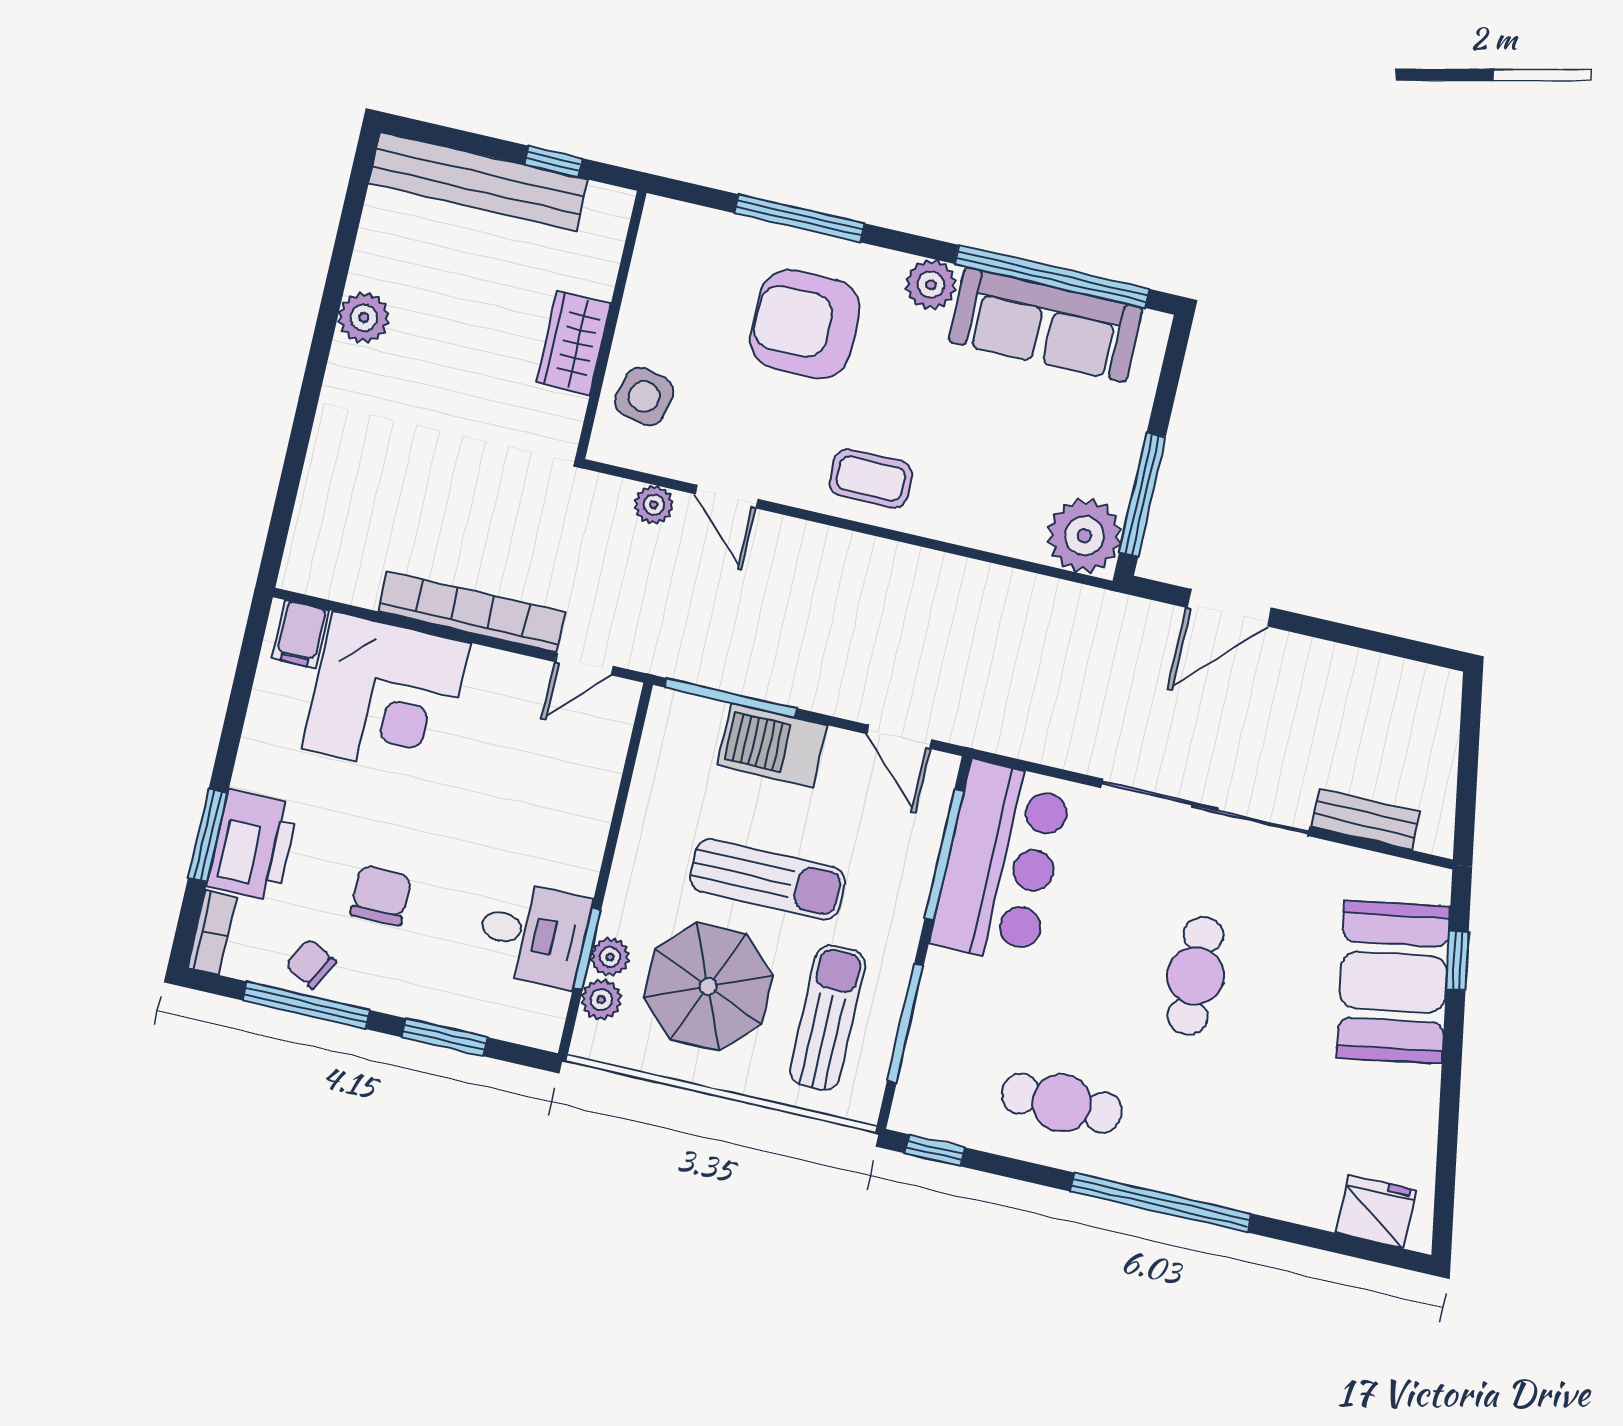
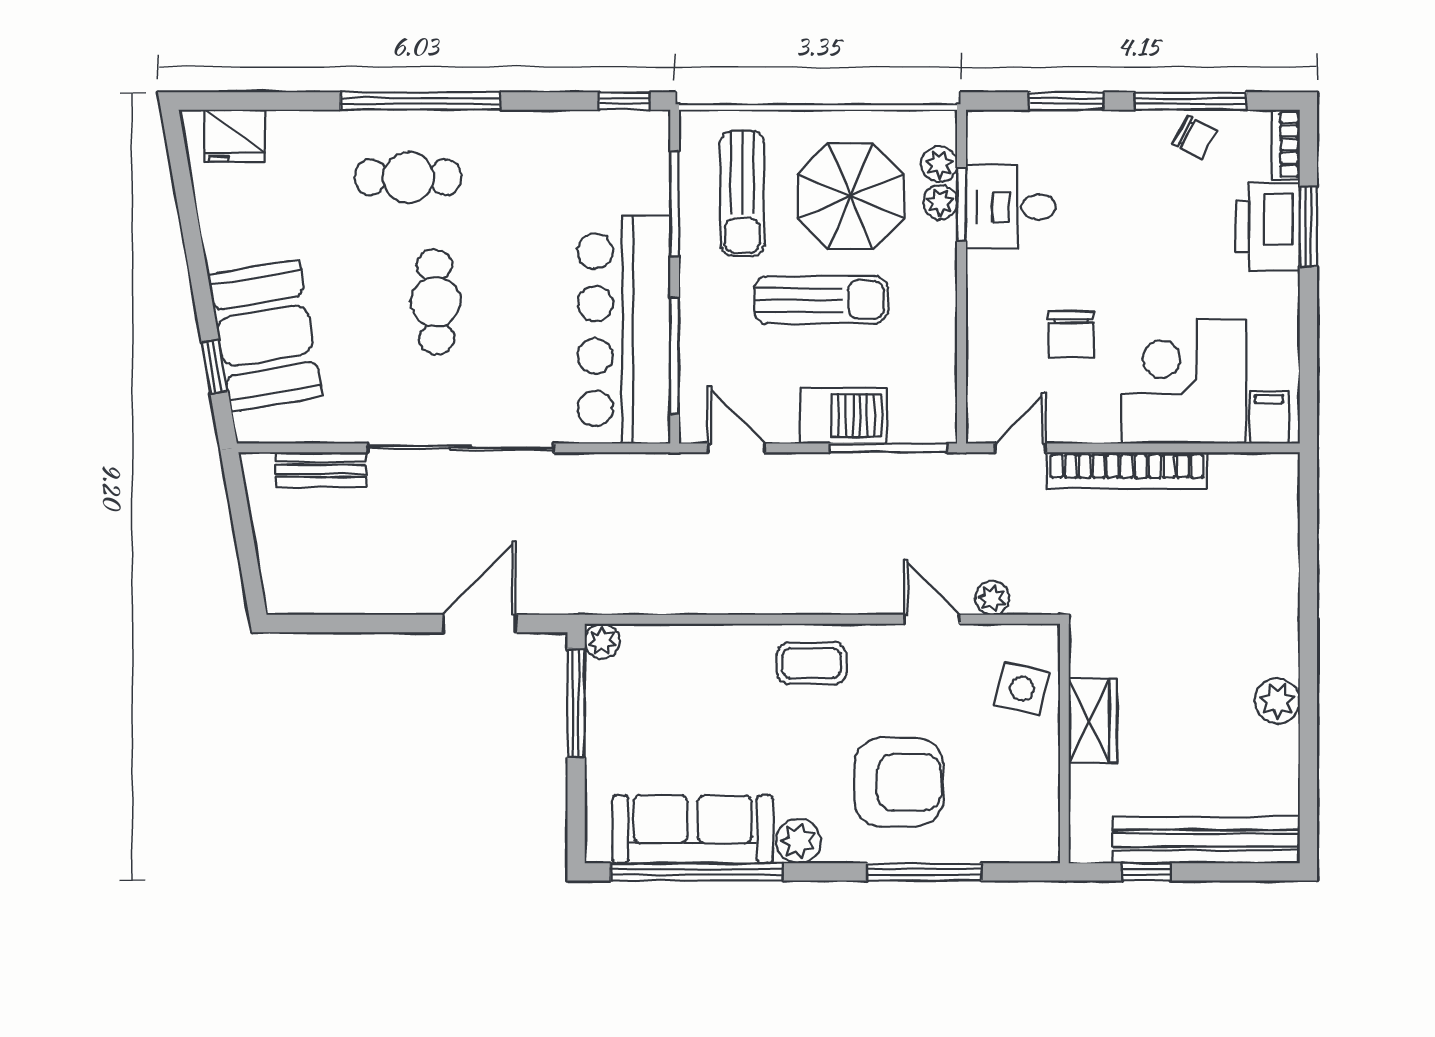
plant: (1084, 536) -> (602, 641), width x0.53, depth x0.53
bar counter: (1001, 863) -> (624, 330), width x1.36
sun lounger: (767, 879) -> (821, 300), turned 180
chair: (381, 895) -> (1071, 335), moved
cafe table: (1062, 1103) -> (408, 177), moved

